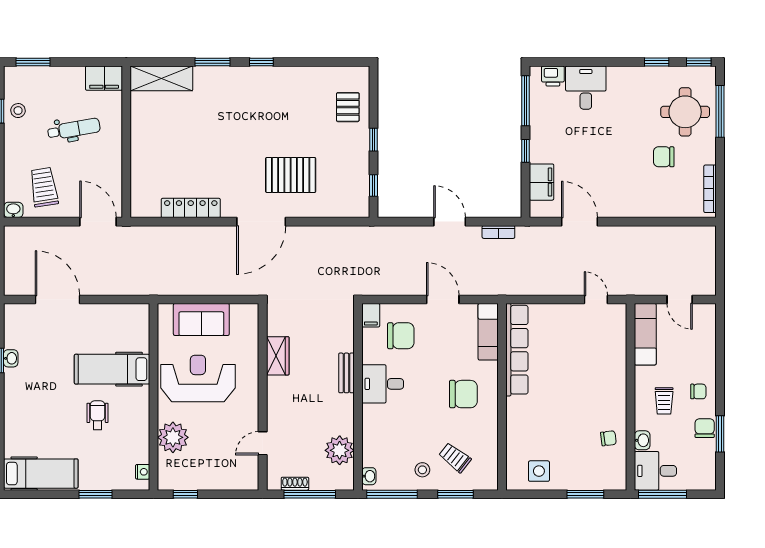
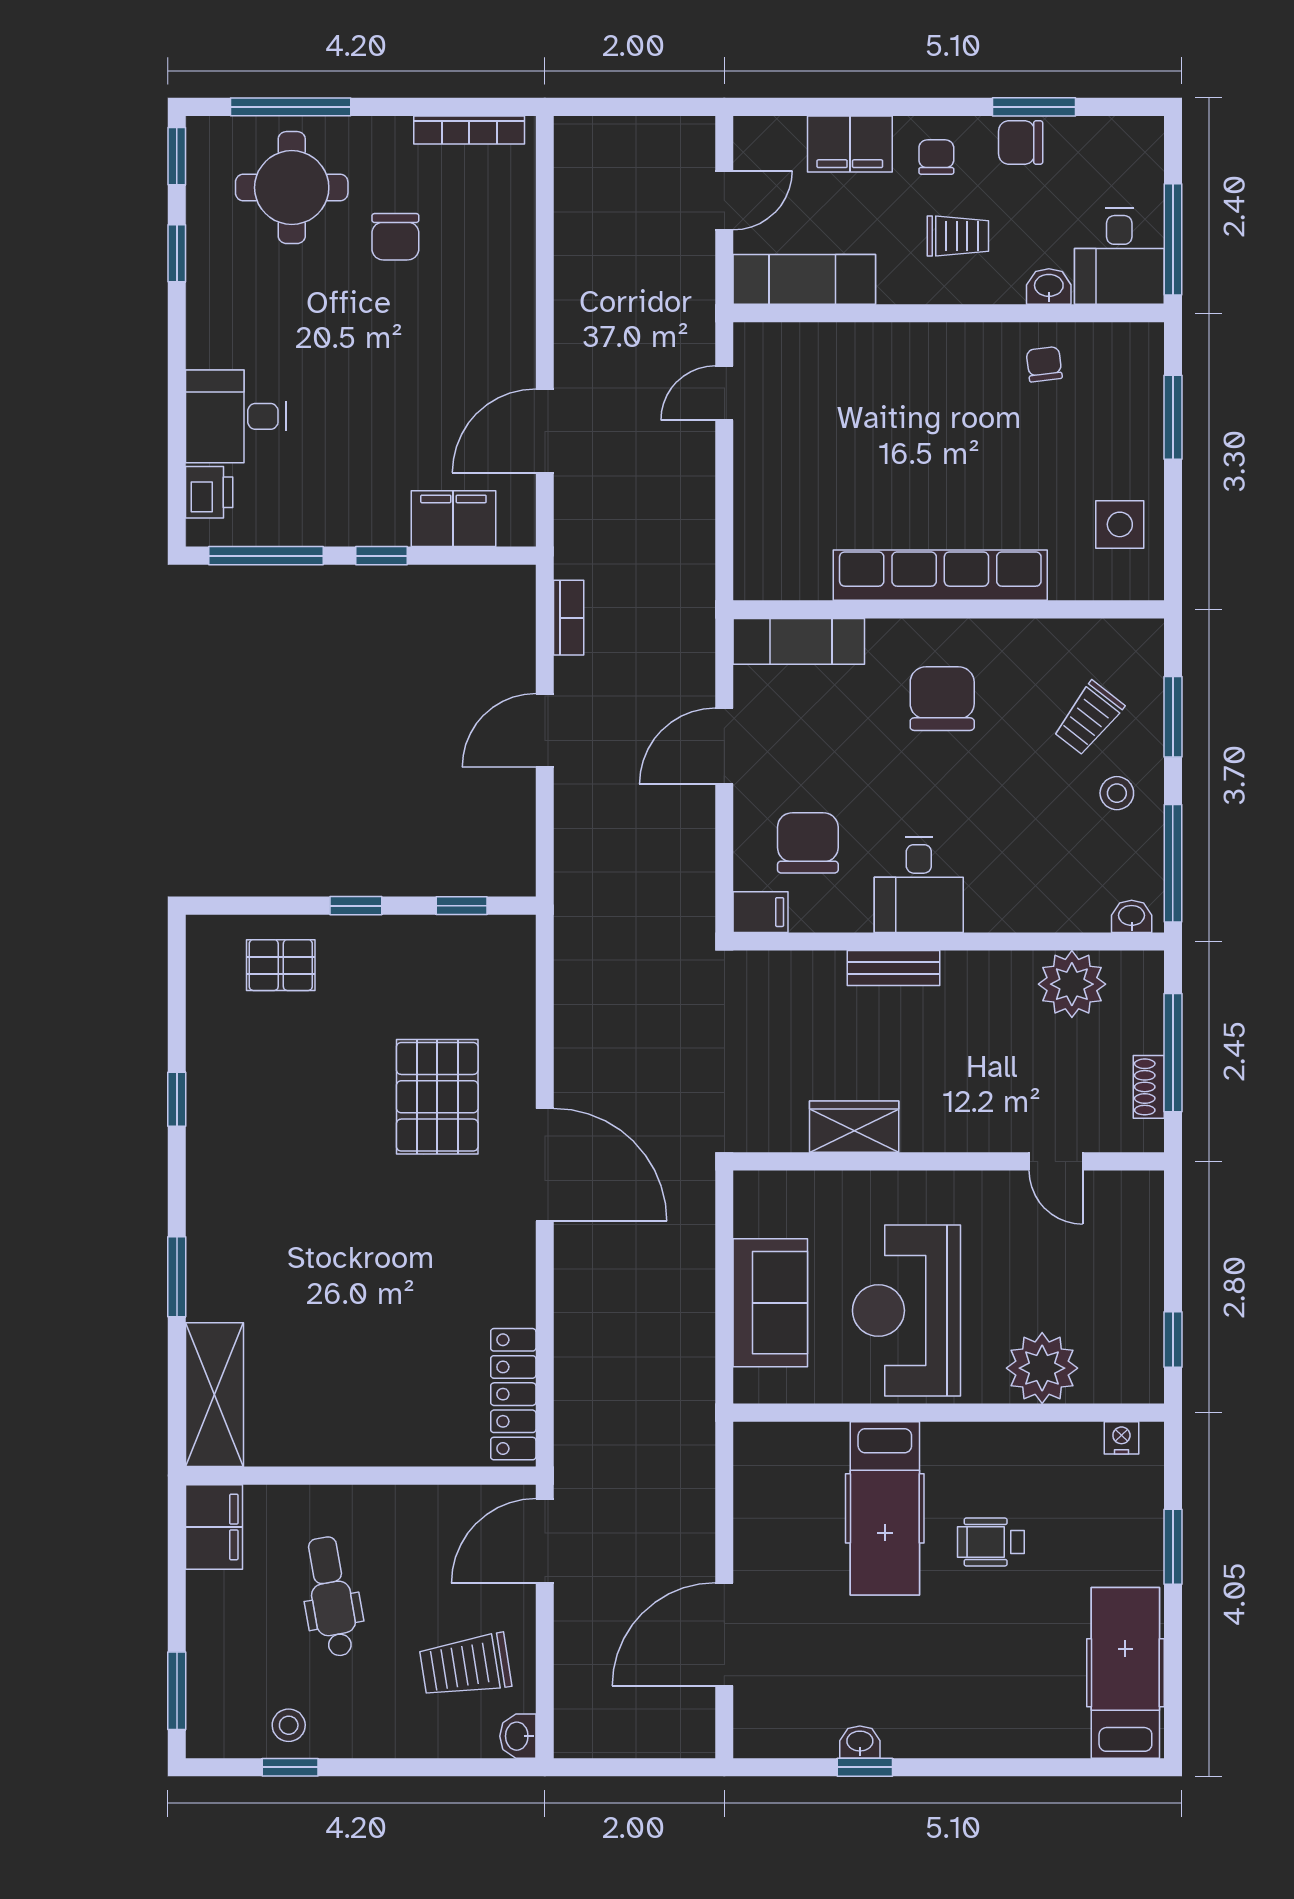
window: (261, 62) -> (177, 1099), moved
locker: (191, 208) -> (513, 1394), moved
row of seats: (517, 350) -> (940, 575), moved
filing cabinet: (704, 354) -> (850, 144), added

